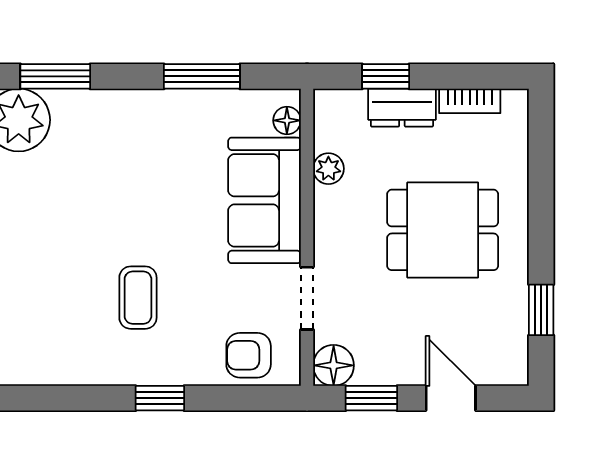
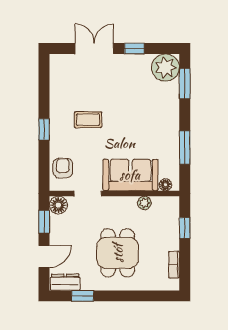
dresser: (402, 108) -> (65, 282), moved, turned 90

